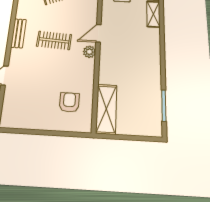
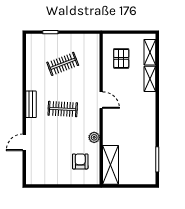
door: (98, 33) -> (101, 100), swing flipped
plant: (89, 52) -> (94, 137), moved

